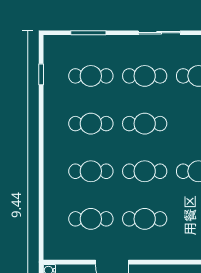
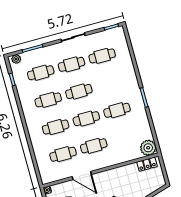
plant: (57, 43) -> (16, 59), added

